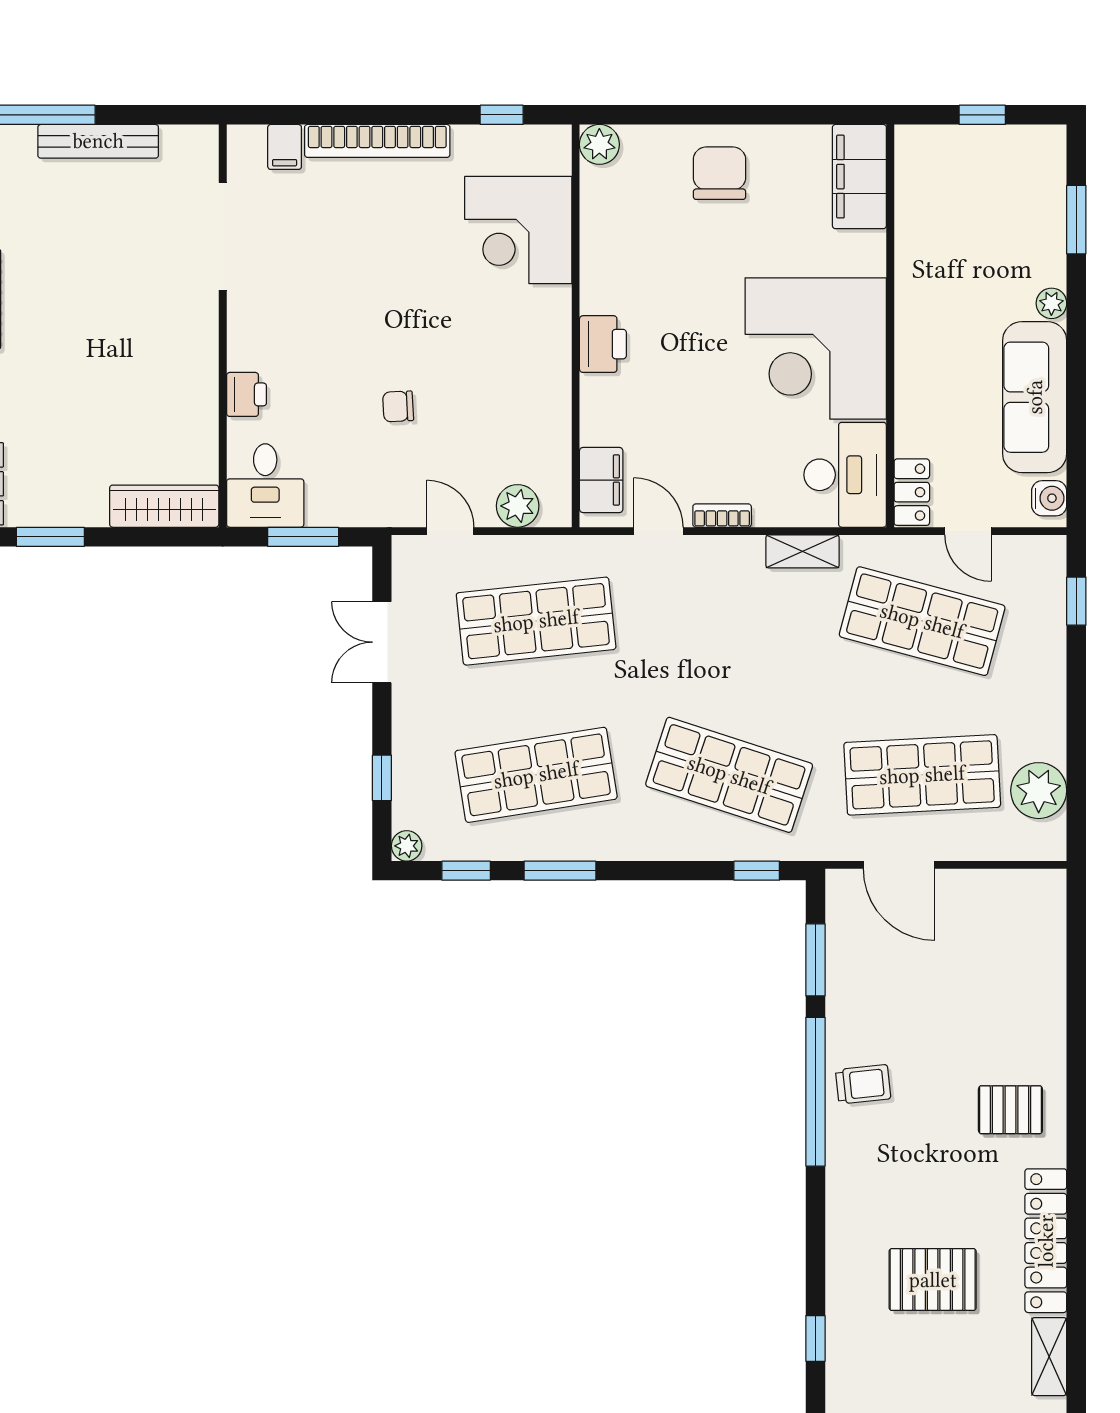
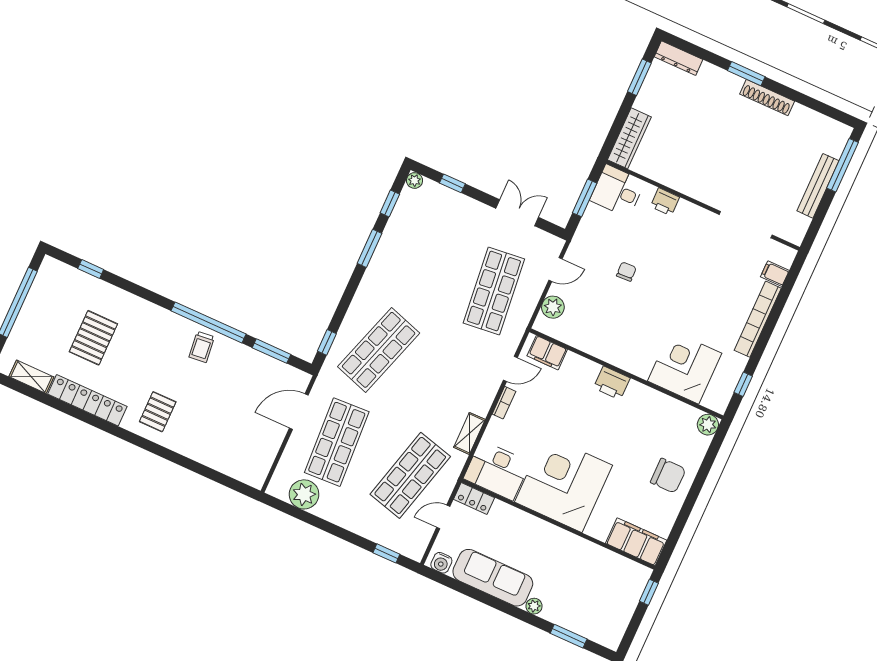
window: (982, 115) -> (649, 592), moved
shop shelf: (536, 775) -> (420, 258), removed

